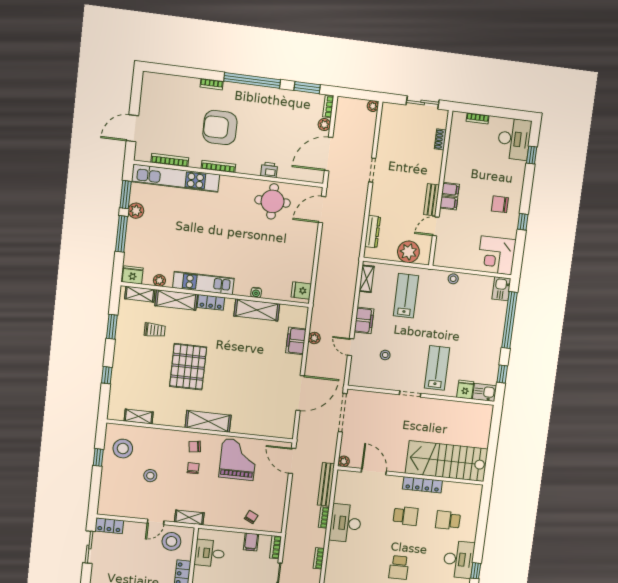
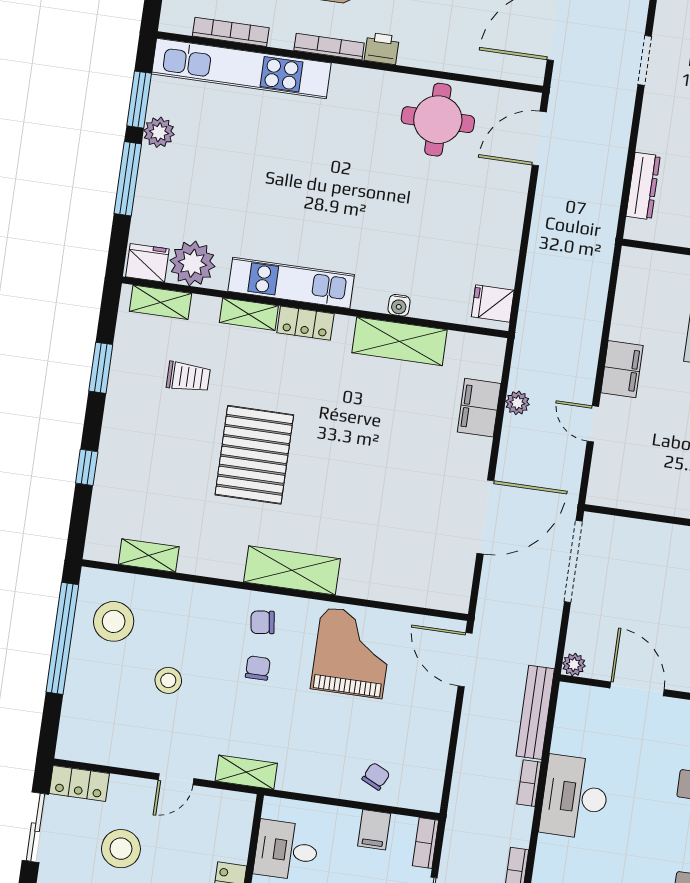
printer: (269, 170) -> (382, 48), moved
shelving: (367, 279) -> (629, 283), removed
plant: (159, 280) -> (192, 263), width x1.88, depth x1.88
shelving: (176, 300) -> (249, 314), width x0.67, depth x0.75
stool: (385, 355) -> (665, 443), removed
window: (98, 457) -> (62, 638), width x3.17
stool: (171, 541) -> (121, 849), moved

